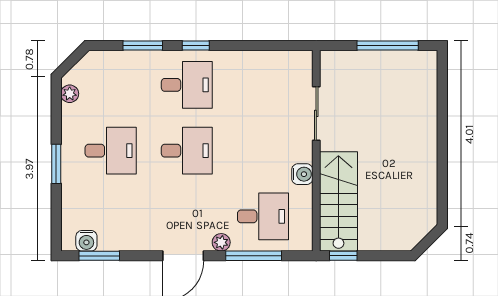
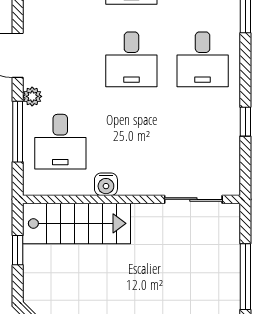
window: (196, 45) -> (245, 122), moved
sliding door: (316, 113) -> (193, 199), moved
window: (343, 256) -> (18, 250), moved

